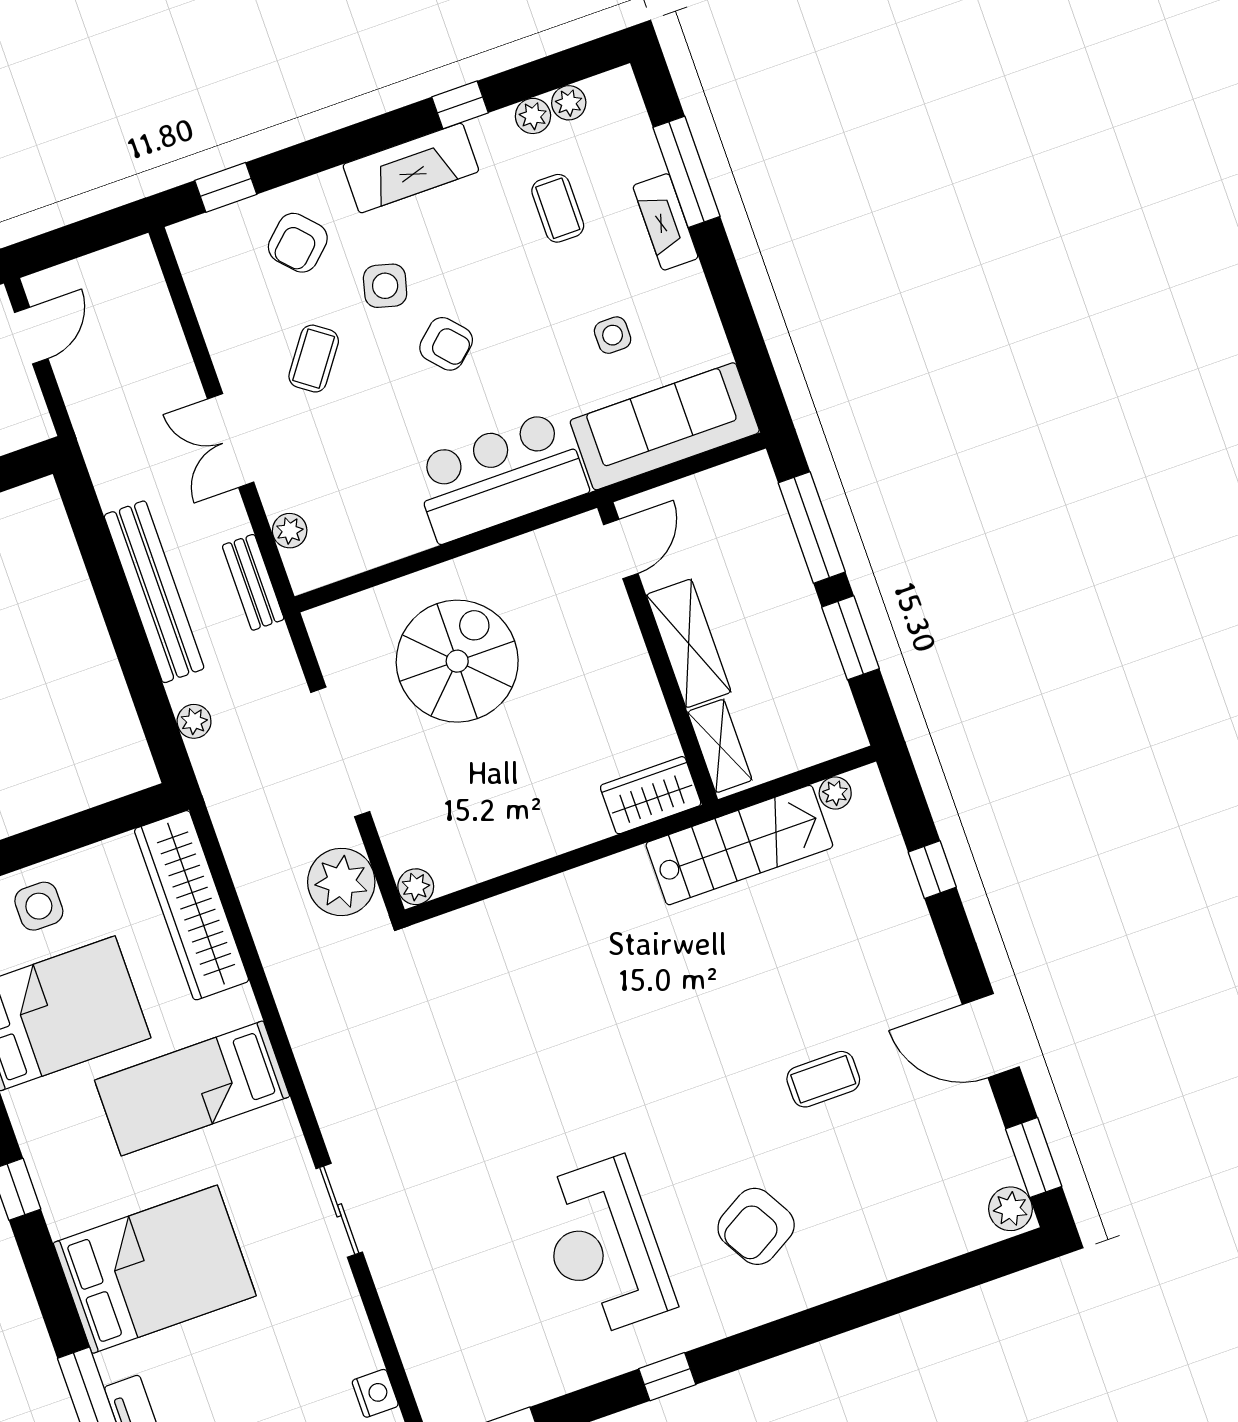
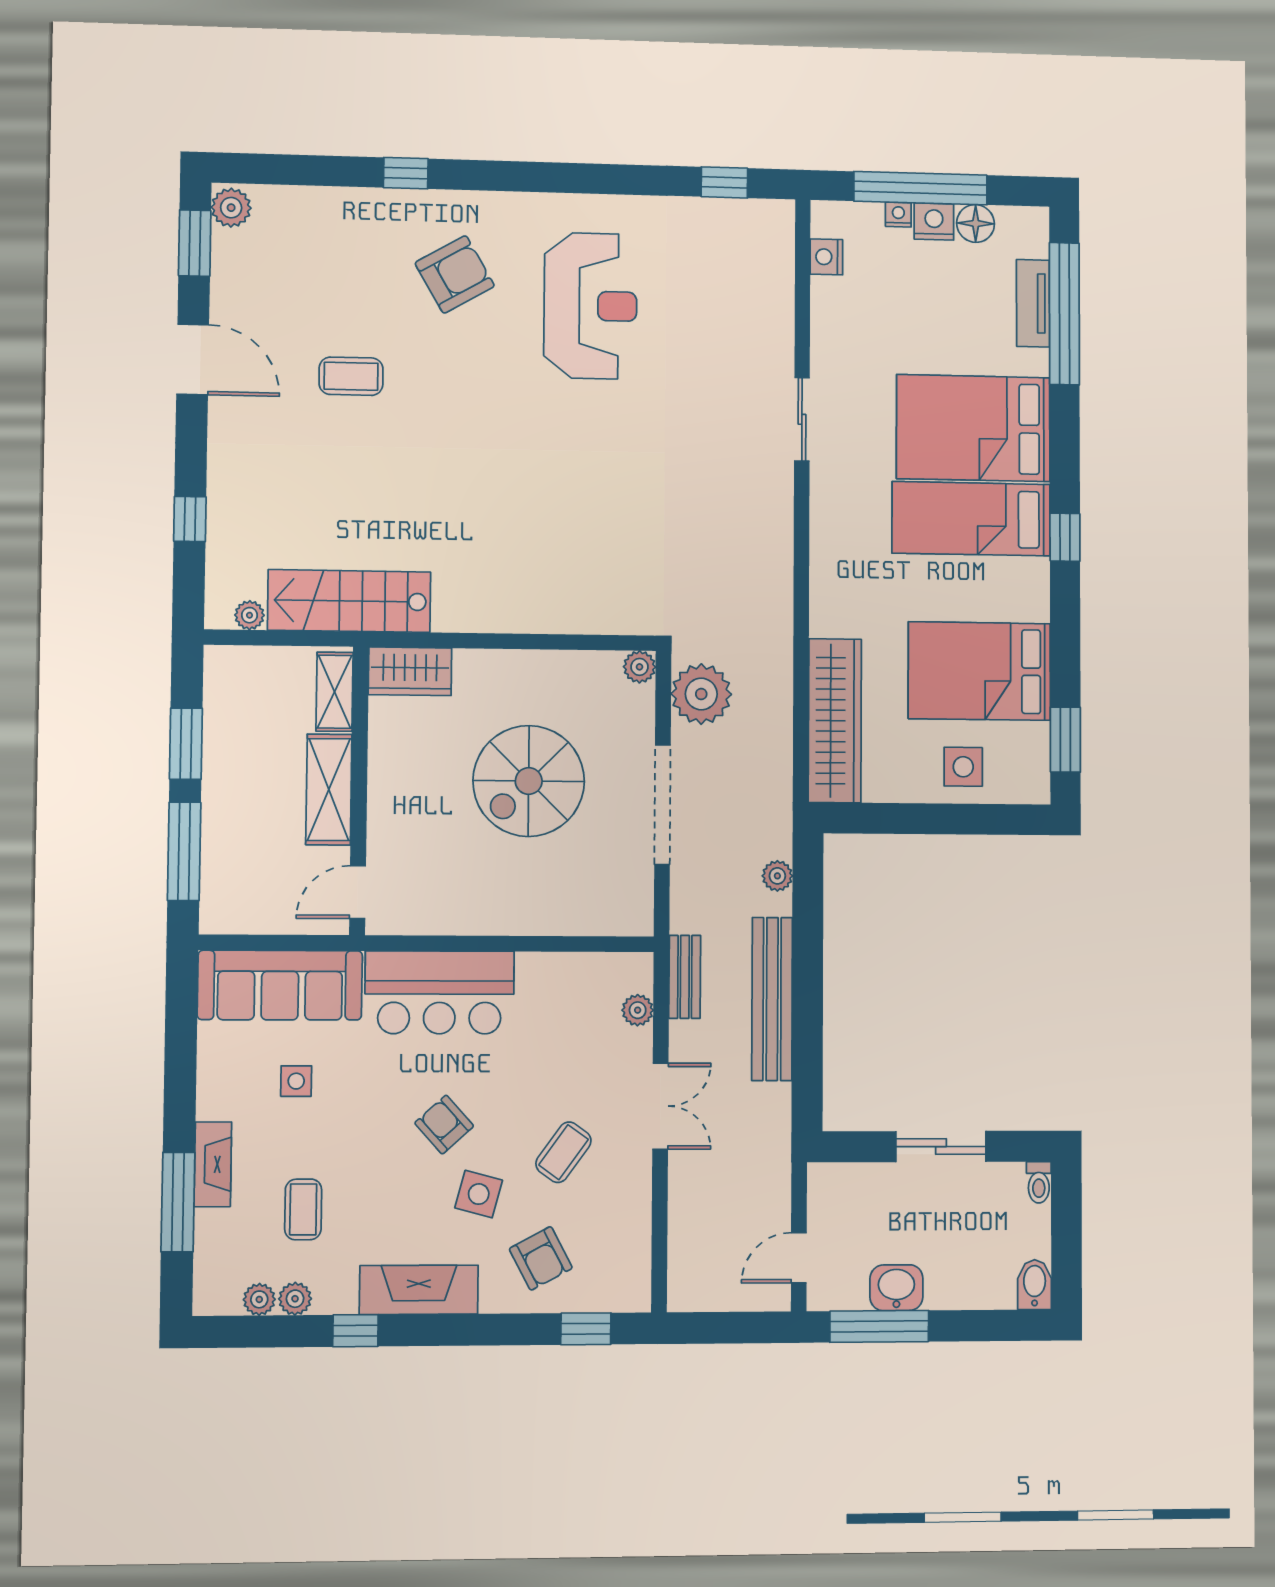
armchair: (298, 243) -> (541, 1258), turned 105
spiral stairs: (457, 661) -> (529, 781), moved
bed: (192, 1088) -> (971, 519), moved, turned 180
window: (667, 1377) -> (406, 173), moved

